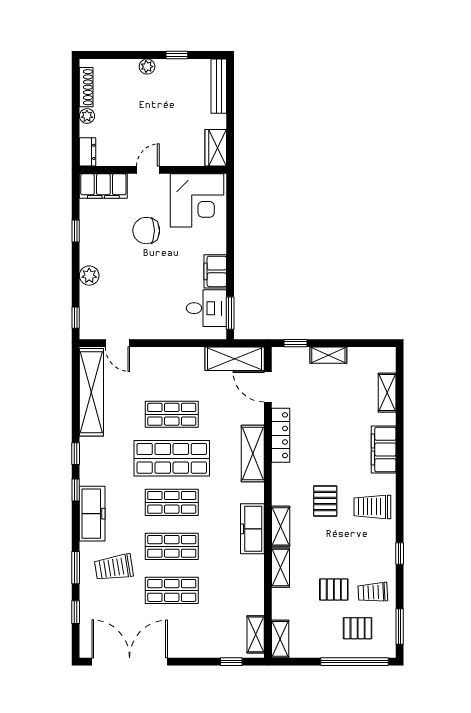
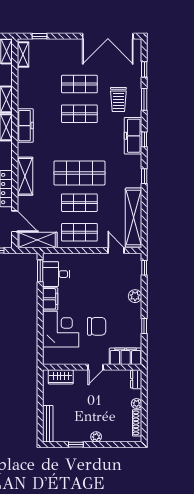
wardrobe: (216, 148) -> (61, 377), moved, turned 90
corner desk: (197, 200) -> (61, 329), moved, turned 90
window: (76, 490) -> (144, 139), moved
shop shelf: (172, 502) -> (79, 232), moved
trolley: (114, 567) -> (118, 100), turned 99

